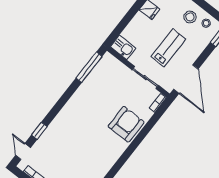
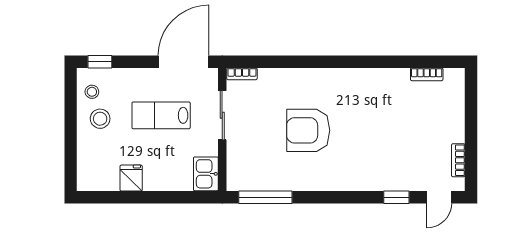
armchair: (126, 124) -> (308, 130), moved

